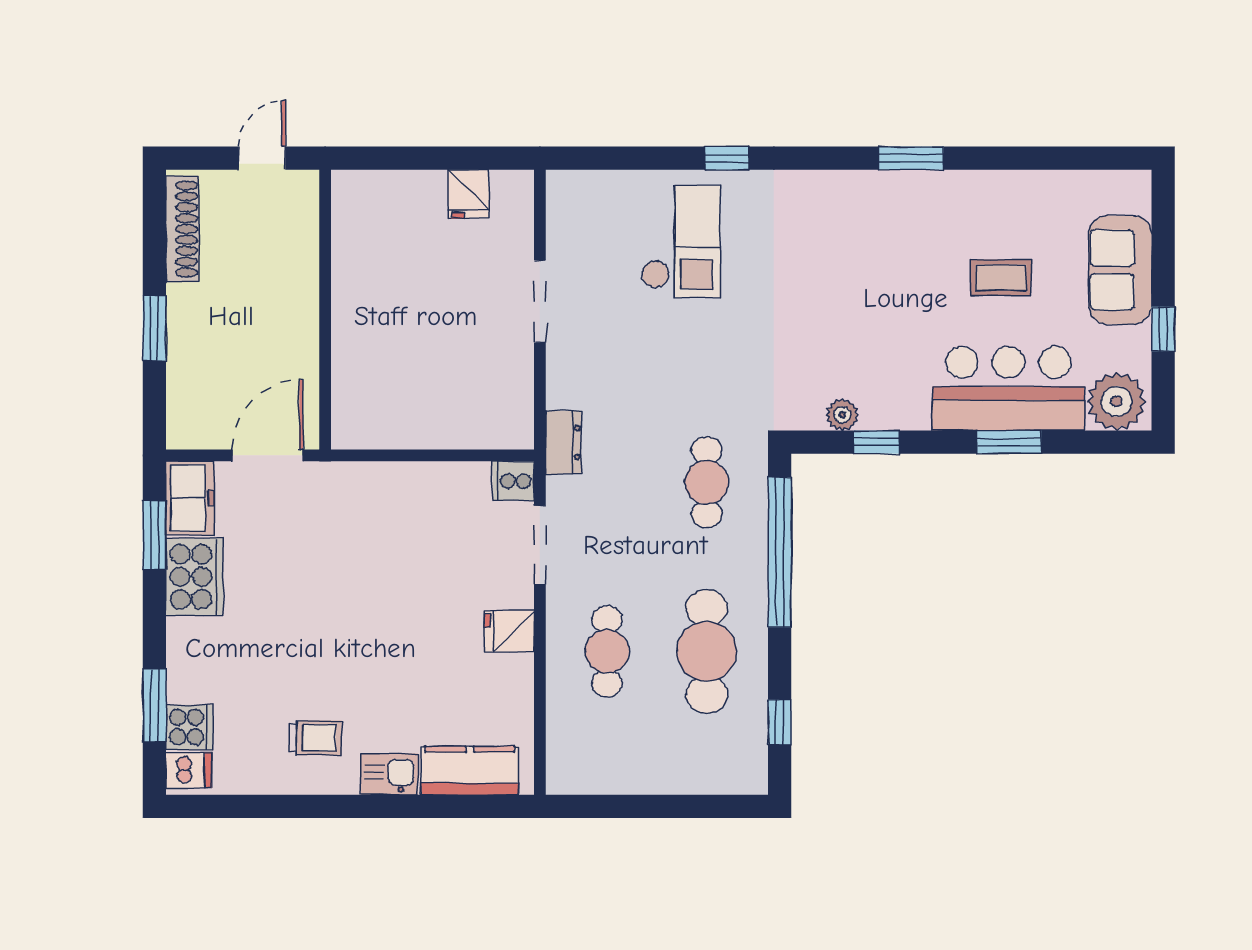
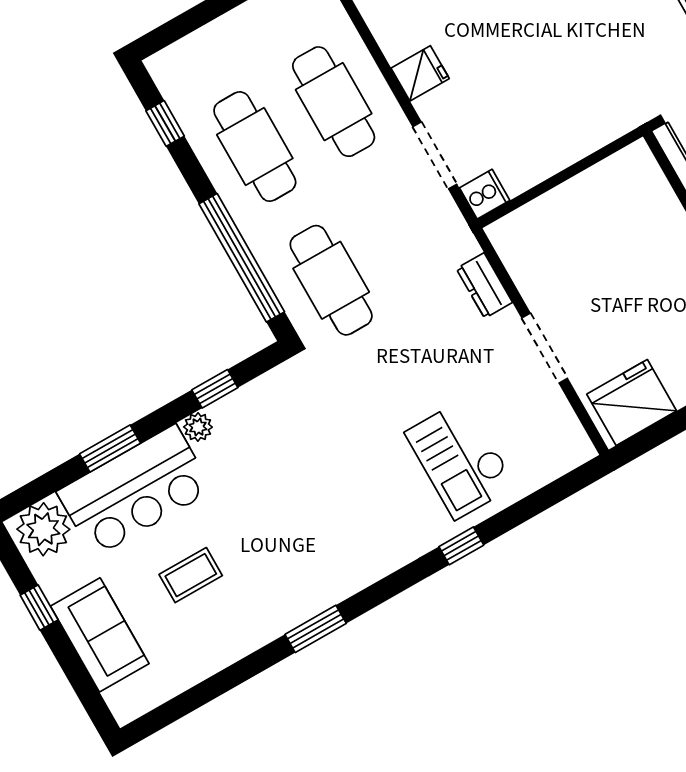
fridge: (468, 194) -> (632, 402), width x1.88, depth x1.34
plant: (842, 415) -> (198, 427), moved
dresser: (563, 442) -> (484, 286), moved
cafe table: (707, 482) -> (331, 280), width x1.37, depth x1.35
cafe table: (607, 651) -> (334, 102), width x1.37, depth x1.35

